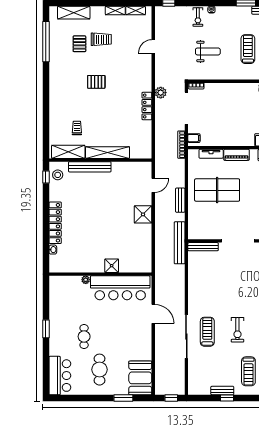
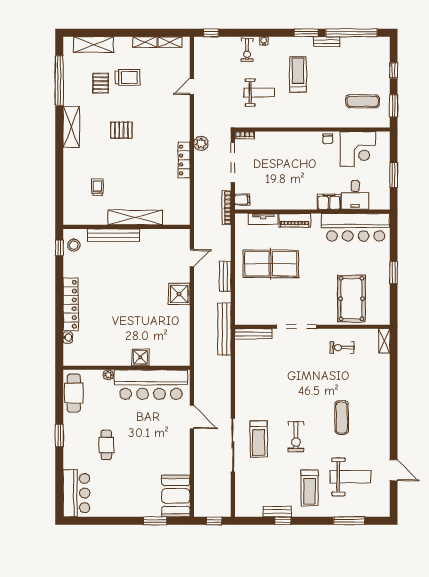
treadmill: (248, 49) -> (298, 74), moved
shelving: (68, 152) -> (71, 127), moved, turned 90
treadmill: (207, 332) -> (259, 439), turned 180
cafe table: (100, 370) -> (74, 393), moved

